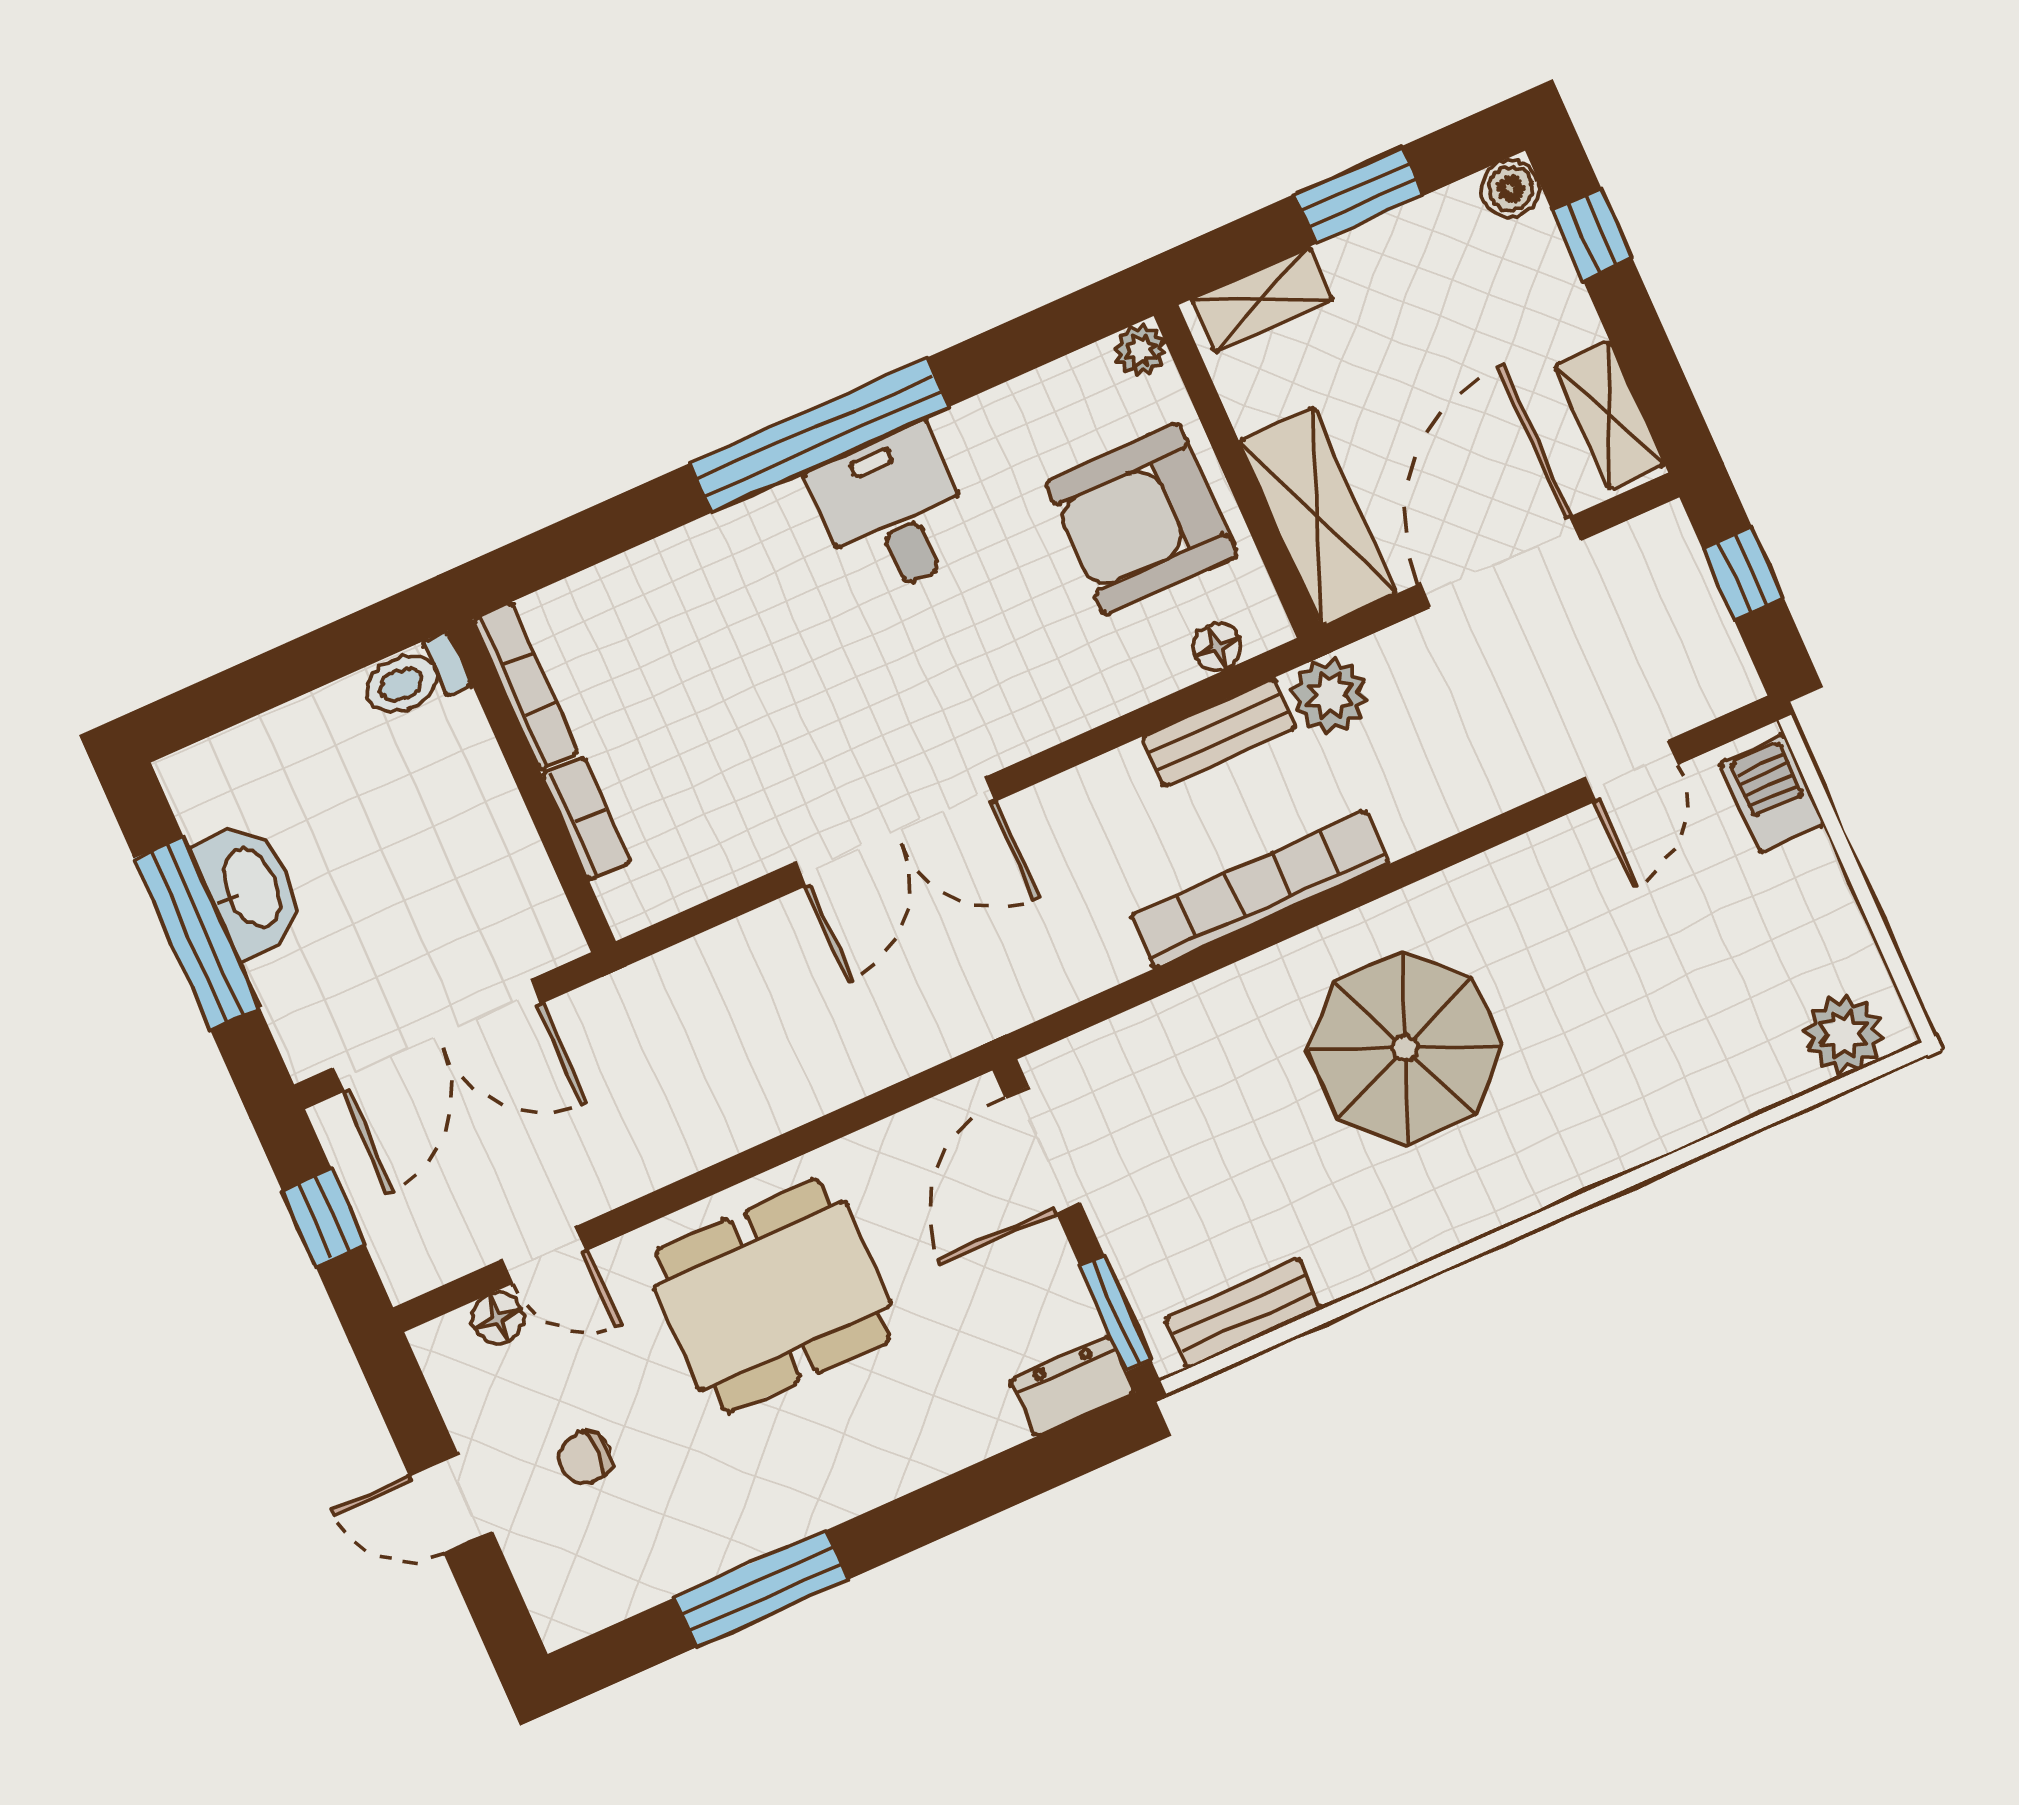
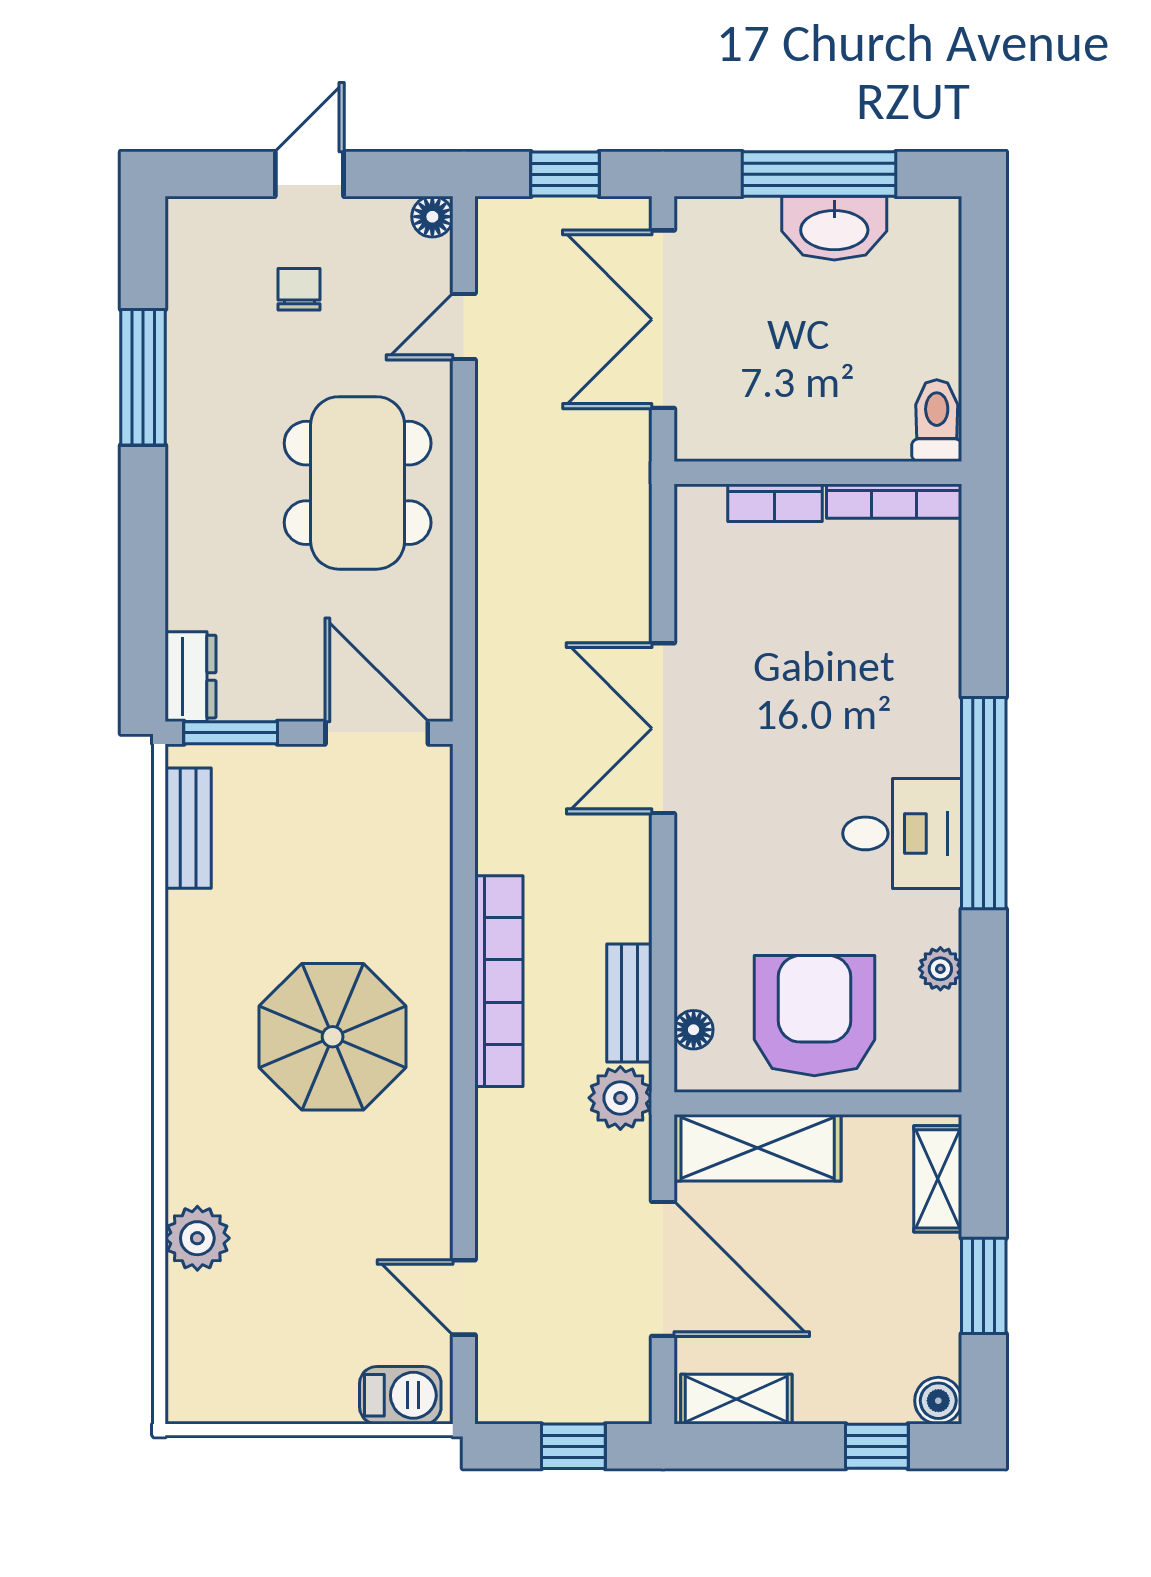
plant: (1140, 350) -> (940, 969), moved
plant: (1844, 1034) -> (197, 1238), moved
floor lamp: (498, 1318) -> (432, 217), moved

